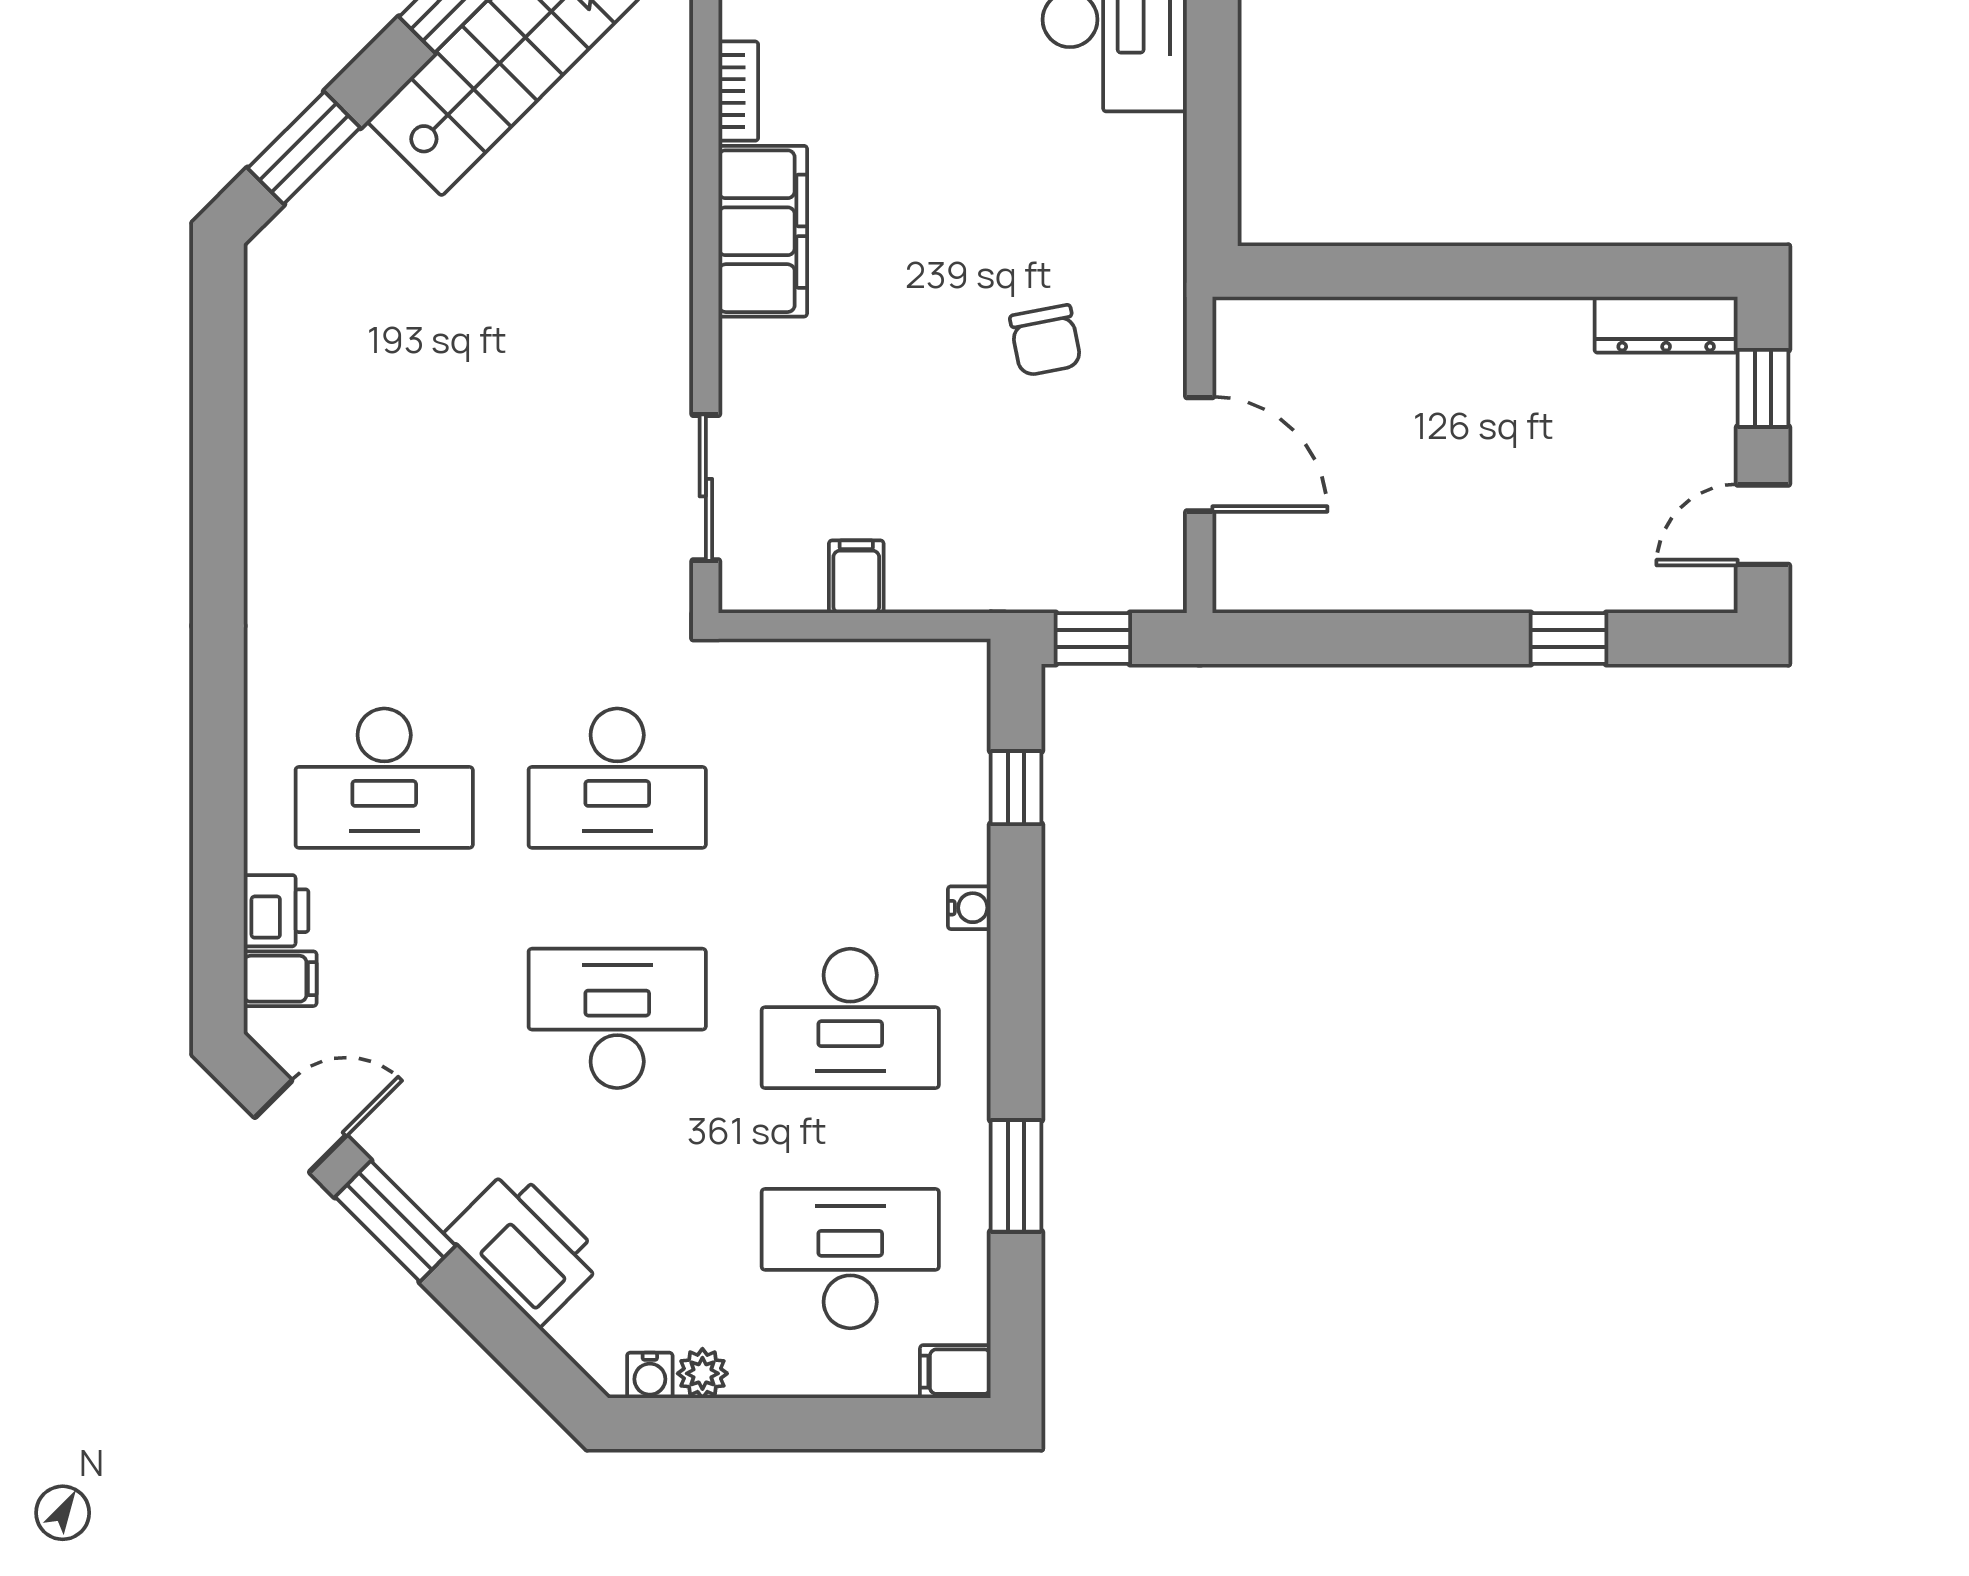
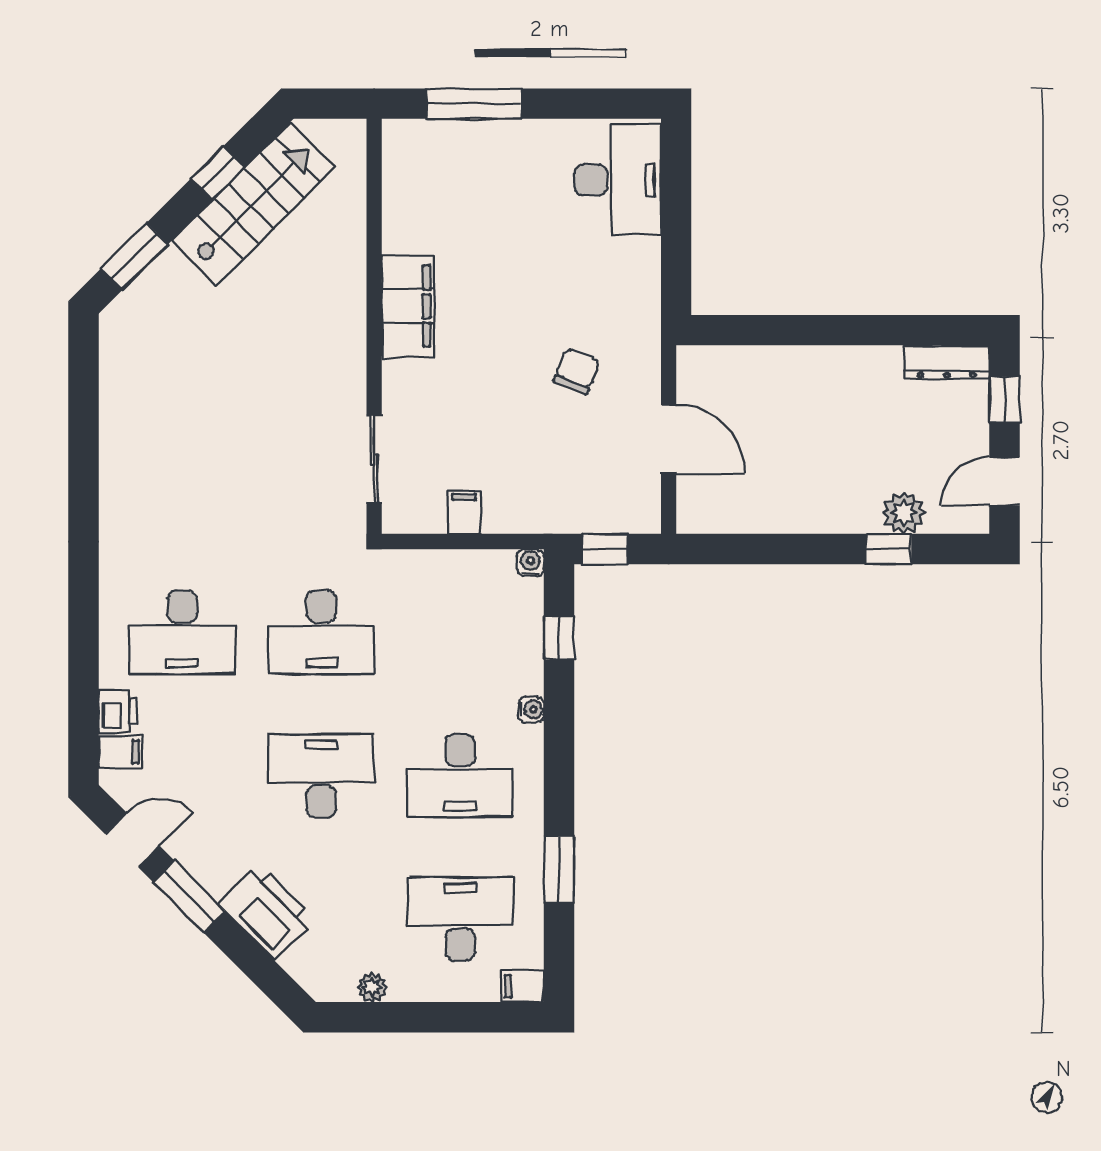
bookcase: (738, 91) -> (393, 223), removed
chair: (1045, 340) -> (577, 371), turned -147
plant: (1594, 578) -> (904, 513), added
water cooler: (650, 1375) -> (530, 563), moved, turned 180

